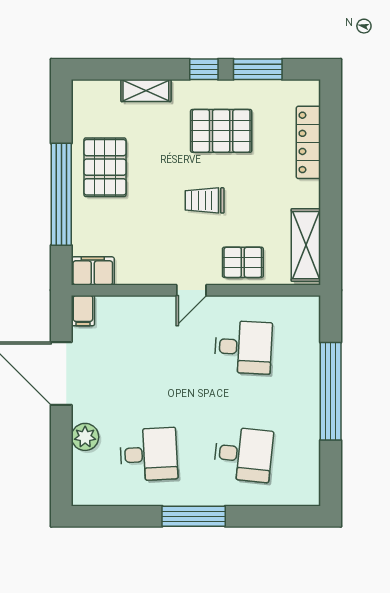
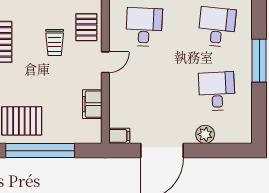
trolley: (205, 200) -> (55, 42), moved
filing cabinet: (93, 271) -> (92, 104), moved
door: (191, 290) -> (105, 62), hinge flipped

